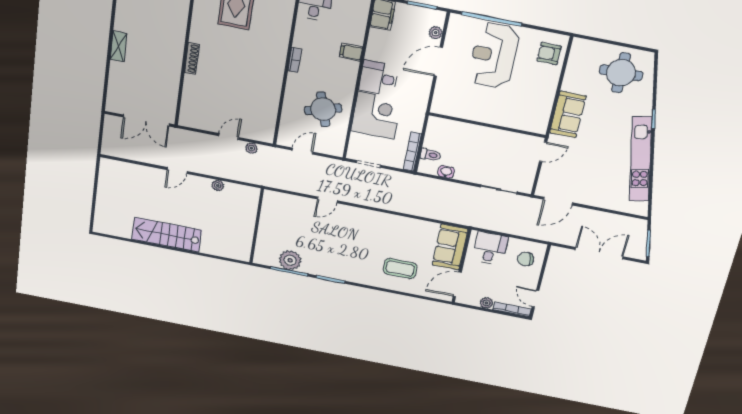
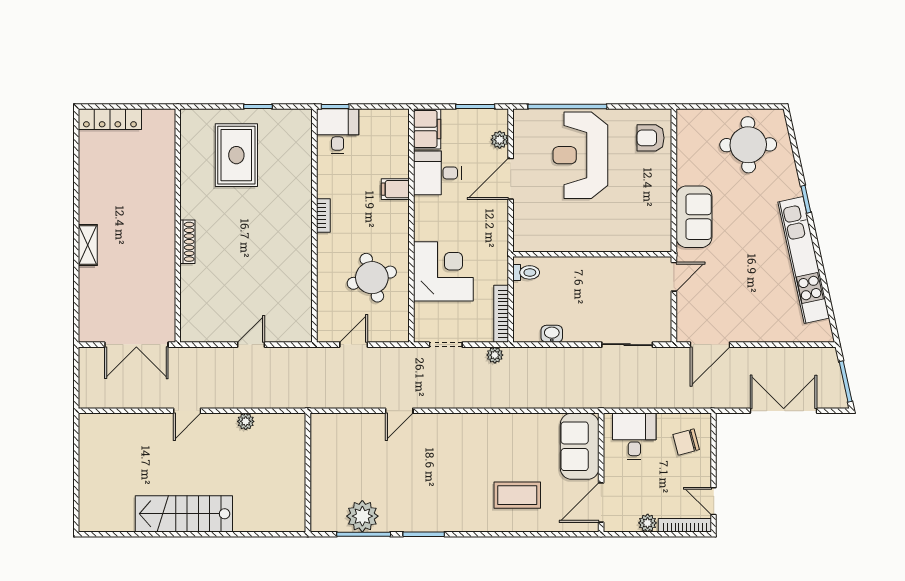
desk: (379, 78) -> (437, 173), moved
plant: (251, 148) -> (495, 355), moved
toilet: (430, 155) -> (526, 272), moved

